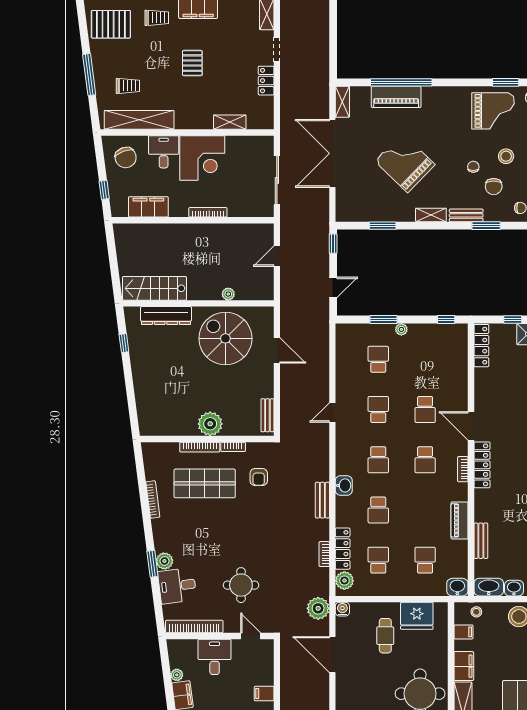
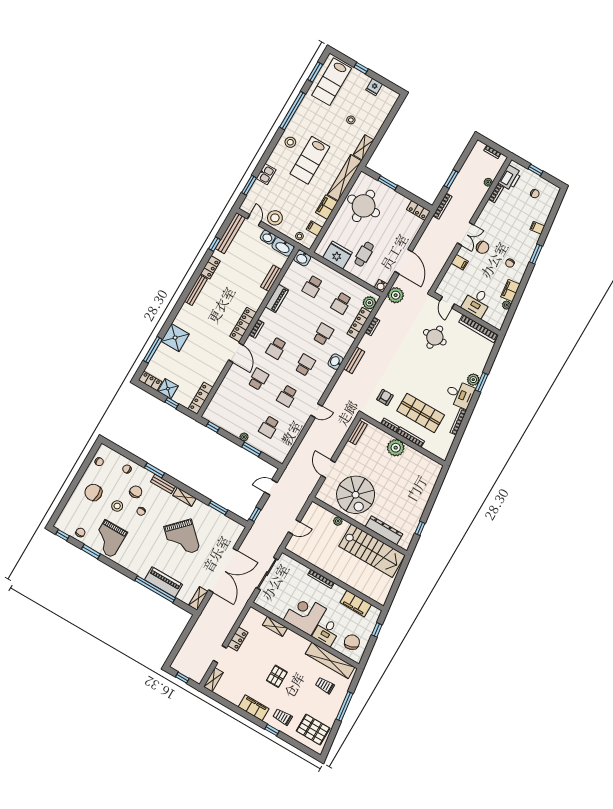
grand piano: (493, 111) -> (109, 539), turned -90
stairs: (155, 288) -> (372, 551), width x1.36, depth x1.51
school desk: (425, 460) -> (276, 348), turned 180
desk: (177, 586) -> (460, 394), moved

